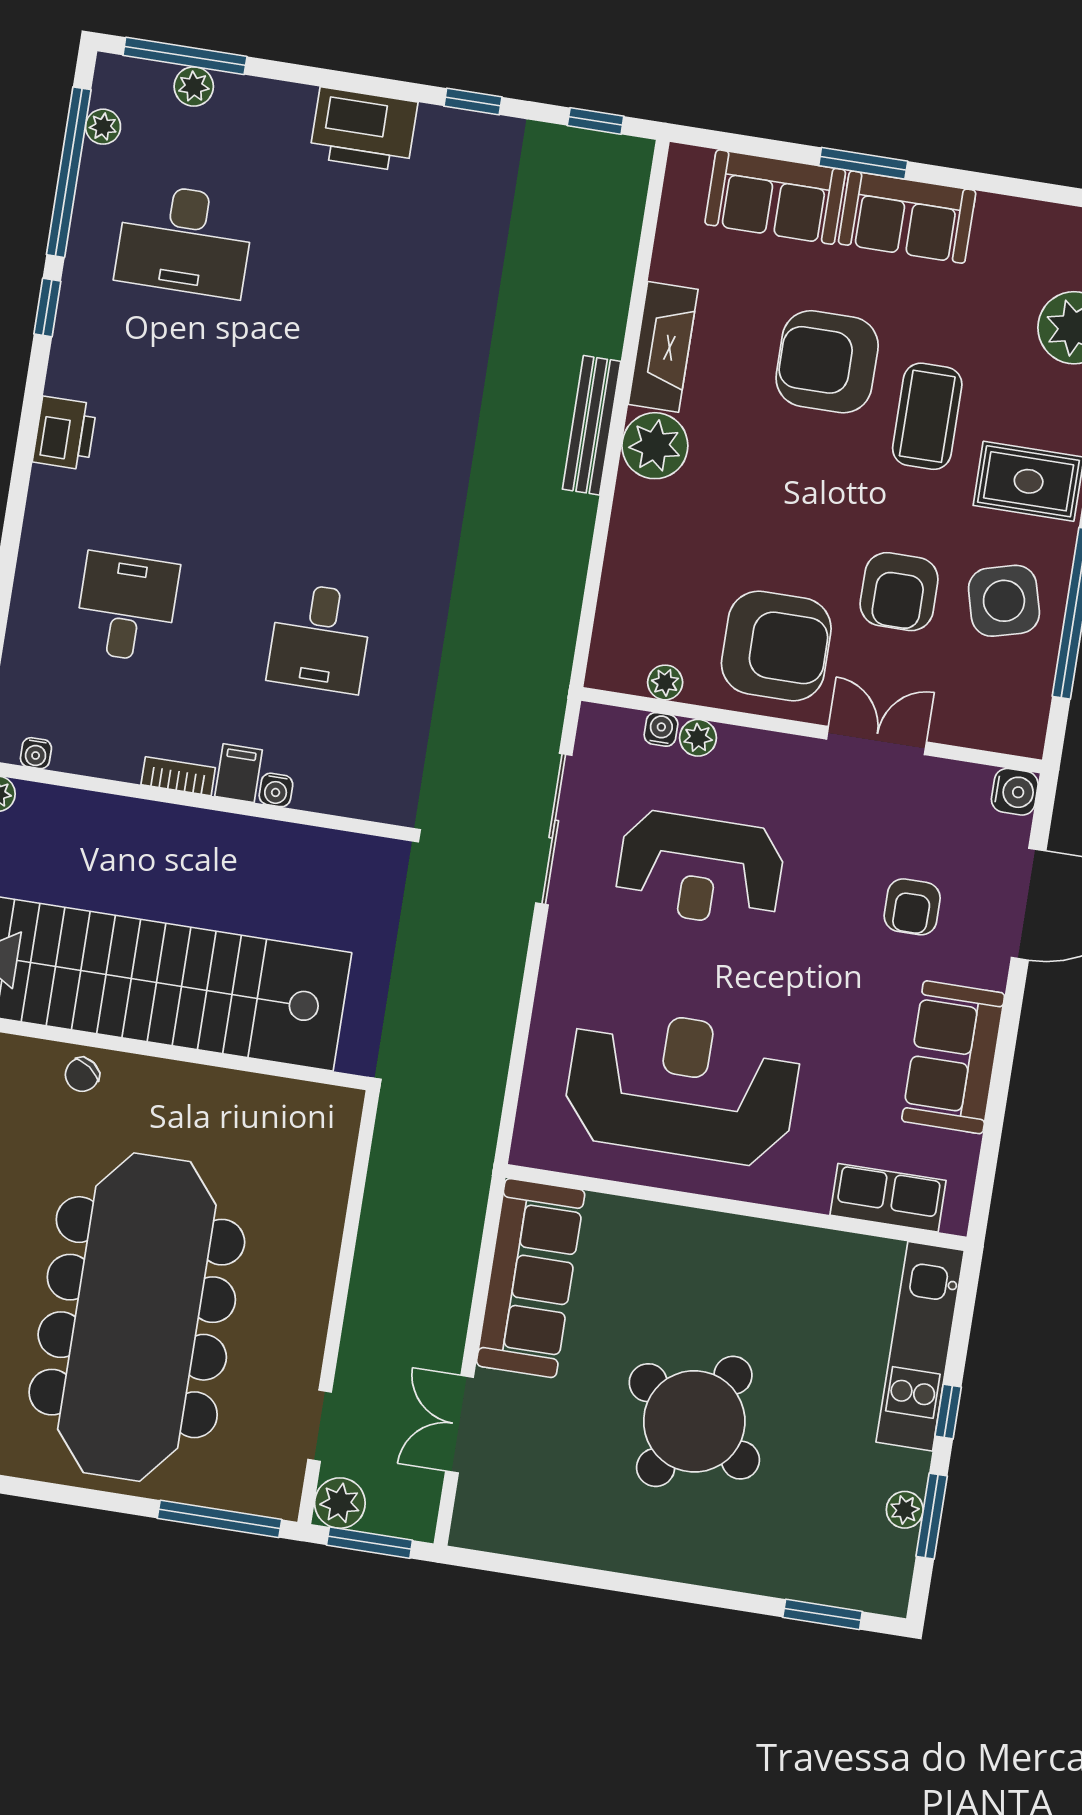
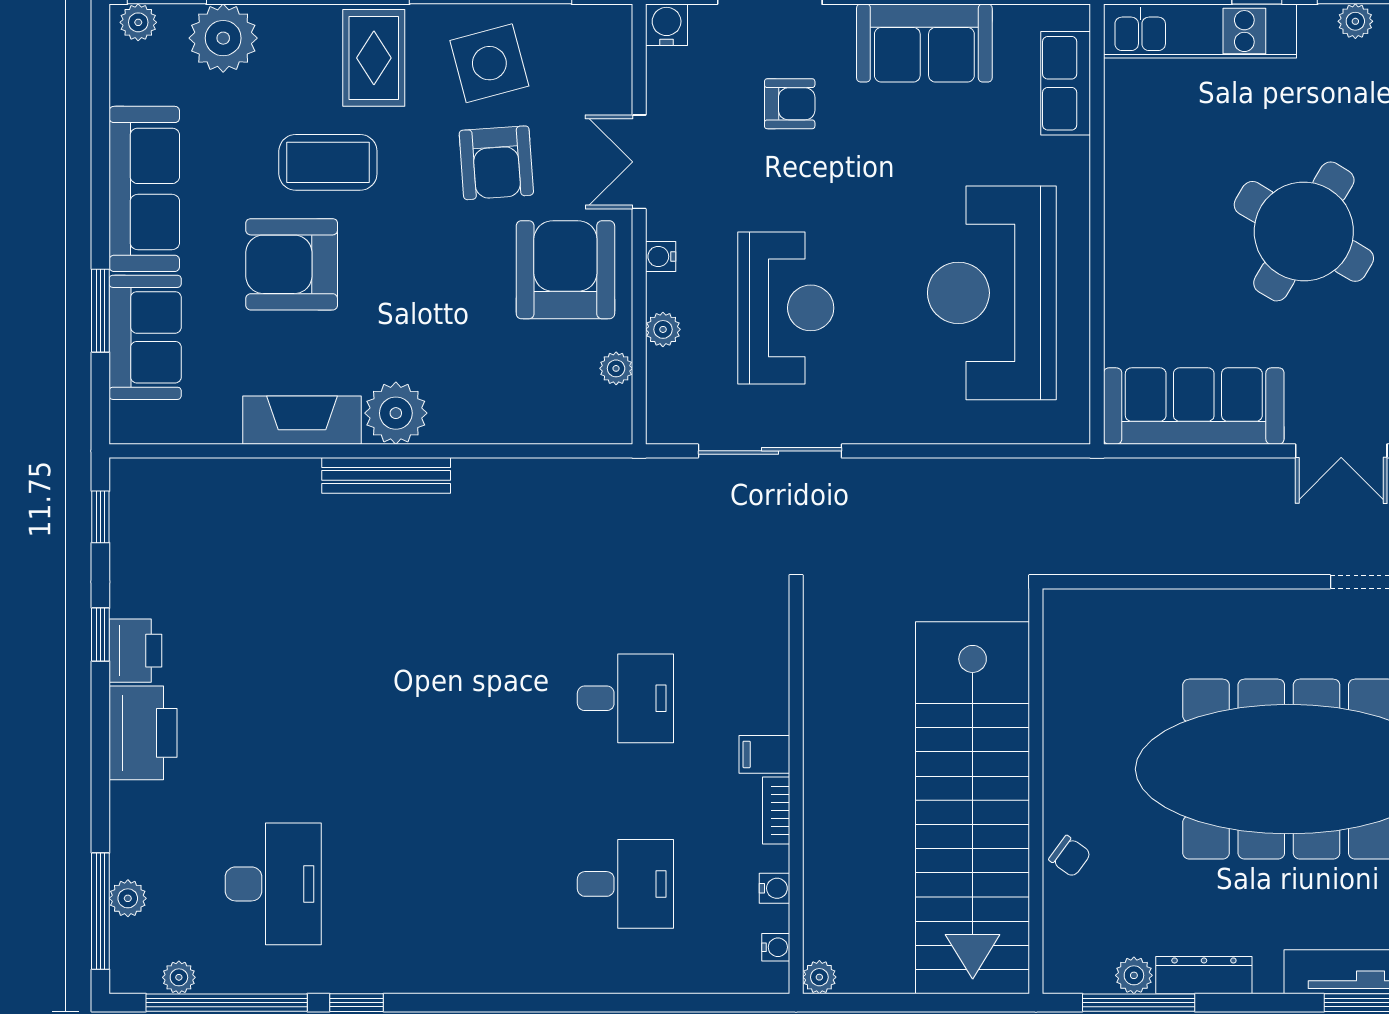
window: (863, 163) -> (100, 311), moved
sofa: (907, 217) -> (144, 189), width x1.36
armchair: (827, 362) -> (292, 264), turned 90
printer: (65, 433) -> (135, 651), moved, turned 90
armchair: (899, 592) -> (496, 163), turned 86
desk: (127, 607) -> (625, 884), turned 180
water cooler: (661, 729) -> (661, 257), moved
water cooler: (276, 790) -> (775, 888), moved

